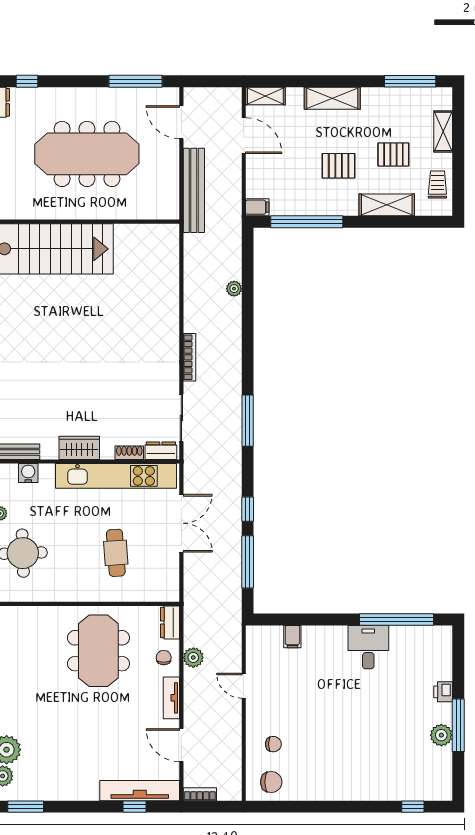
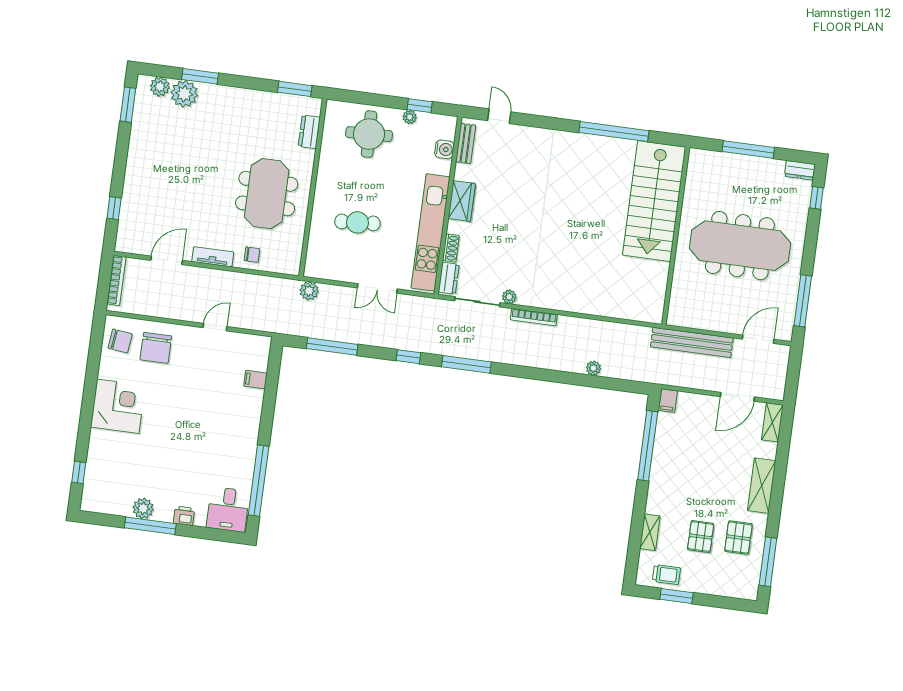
shelving: (443, 131) -> (716, 587), removed
meeting table: (87, 154) -> (740, 246), turned 90
pallet: (339, 166) -> (738, 538), moved
window: (458, 171) -> (677, 596), added
shelving: (387, 205) -> (650, 532), width x0.67, depth x0.75
plant: (172, 385) -> (509, 297), added
window: (248, 509) -> (408, 357), moved
double door: (181, 523) -> (377, 288), width x0.73
dresser: (170, 622) -> (309, 132), moved, turned -90
desk: (368, 647) -> (228, 509), moved, turned 90
meeting table: (98, 651) -> (267, 194), turned 90
plant: (193, 658) -> (309, 291), moved
chair: (273, 744) -> (156, 348), width x1.87, depth x1.87
corner desk: (339, 775) -> (118, 406), added
chair: (271, 782) -> (120, 341), turned -83
tv unit: (140, 791) -> (129, 215), removed
bookcase: (200, 794) -> (116, 280), width x1.56

